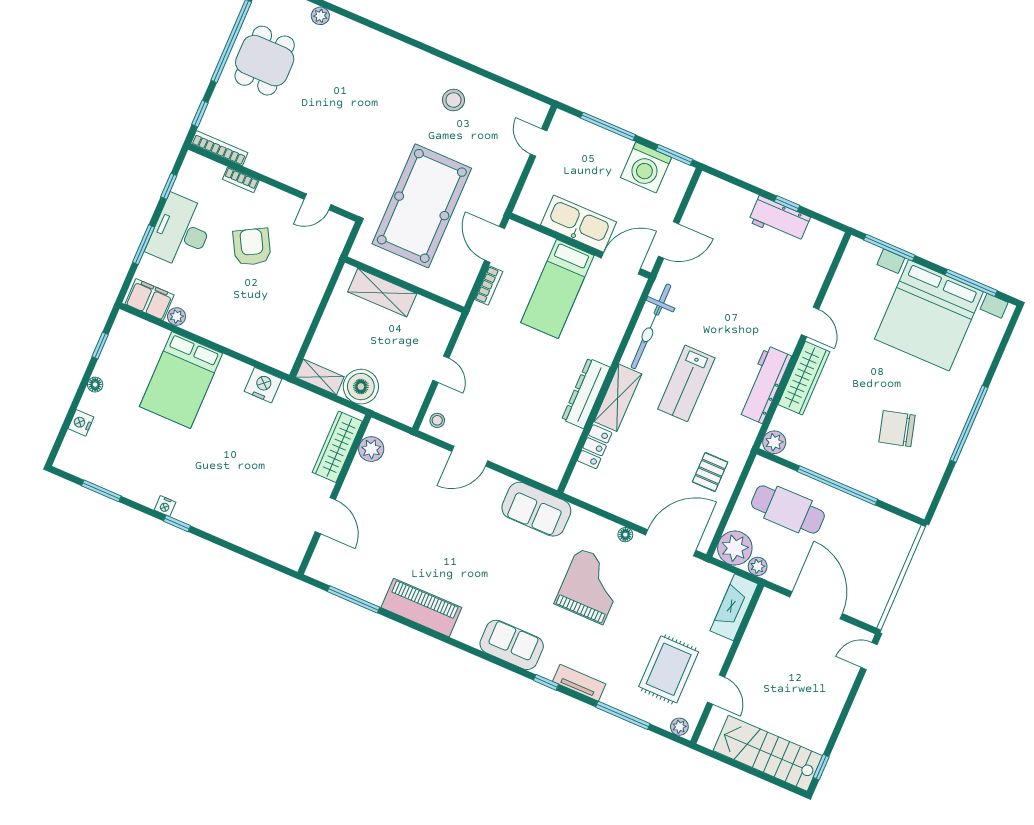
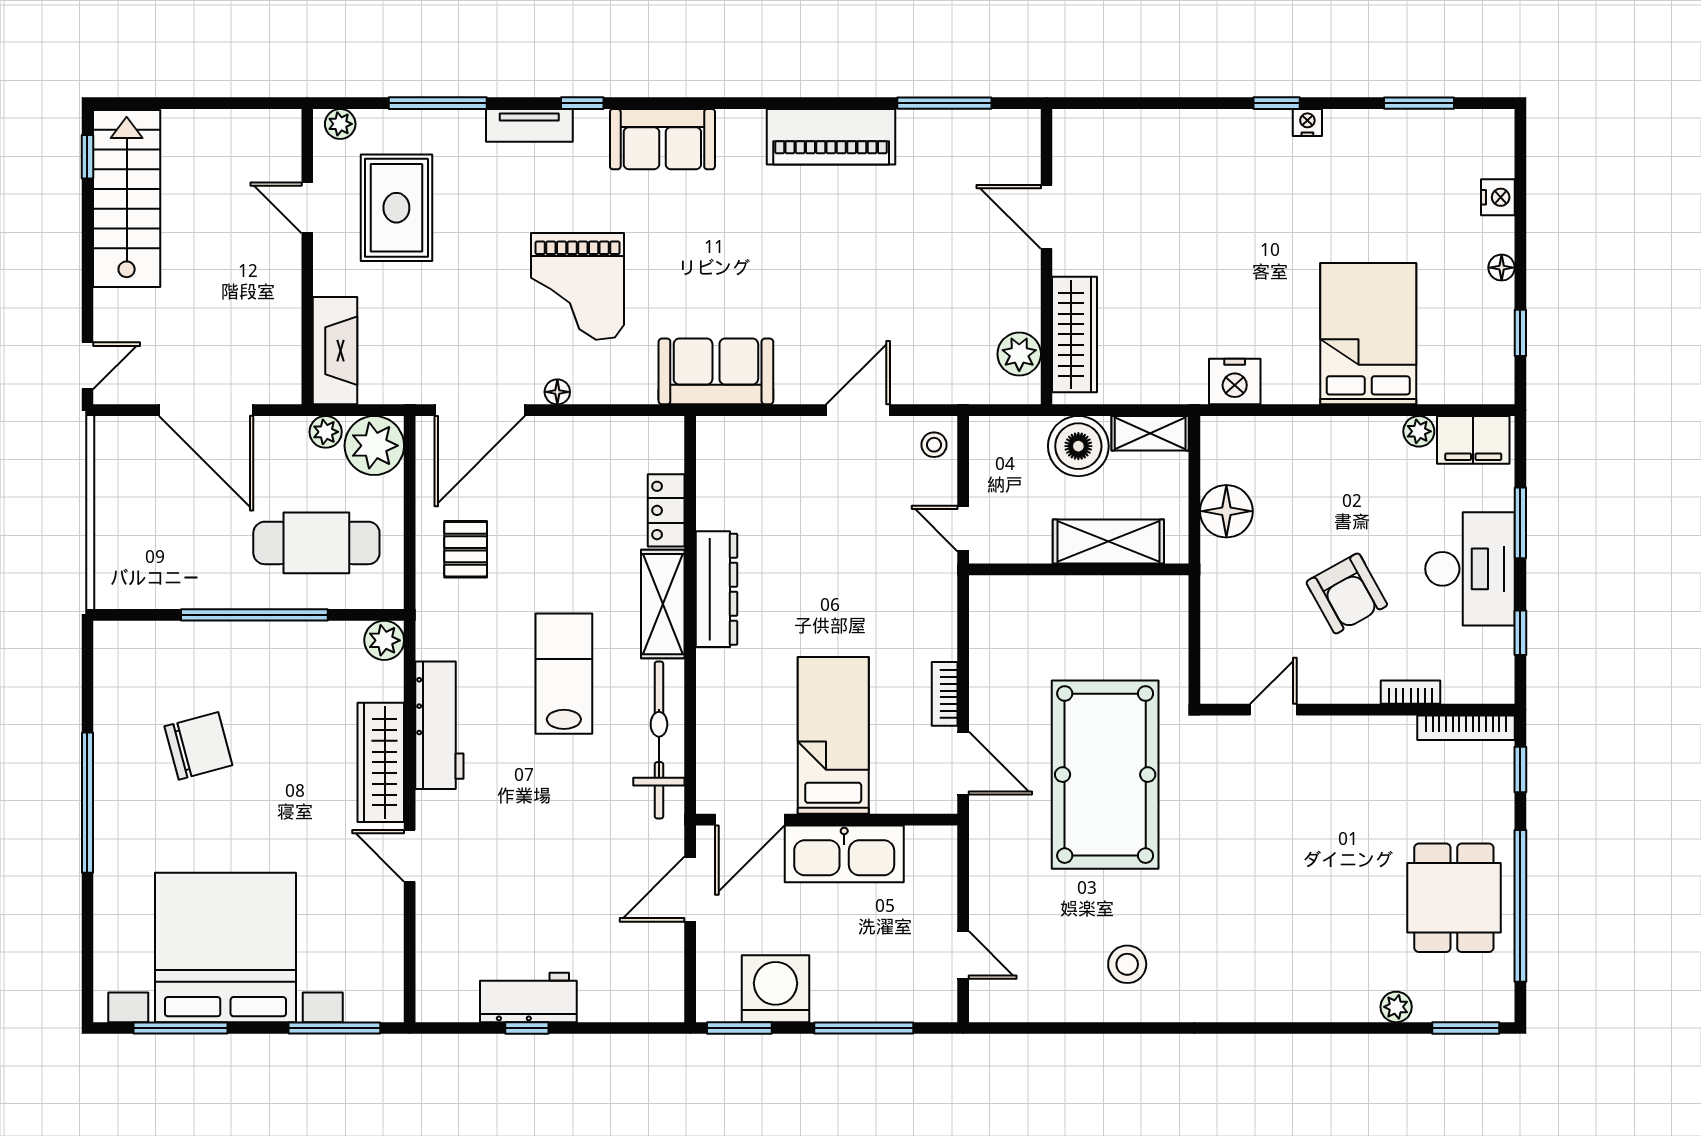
wall: (404, 285) -> (1079, 569), moved
shelving: (382, 293) -> (1108, 542), moved
floor lamp: (297, 318) -> (1226, 511), added
stairs: (768, 753) -> (127, 198), moved, turned -90

